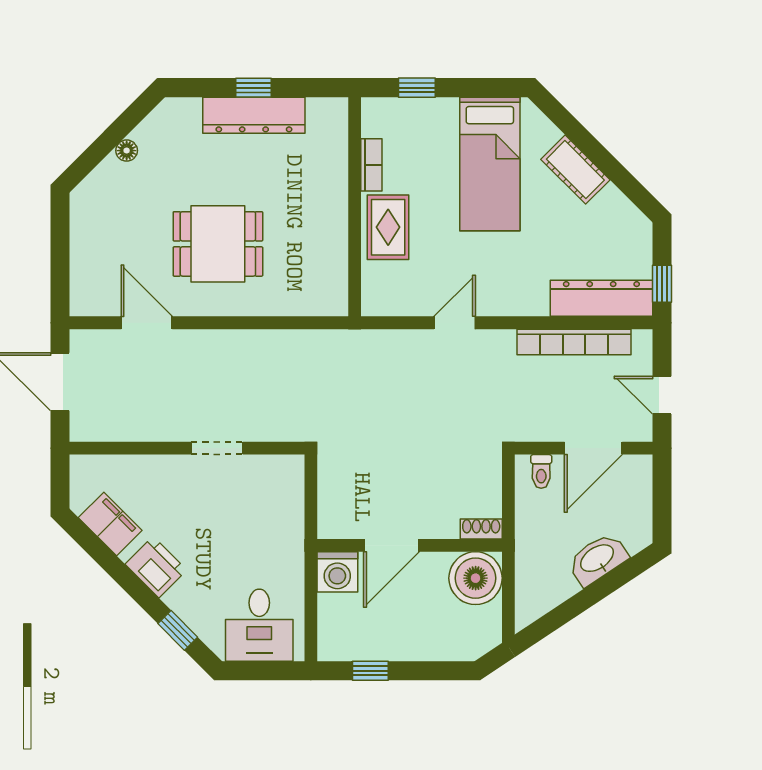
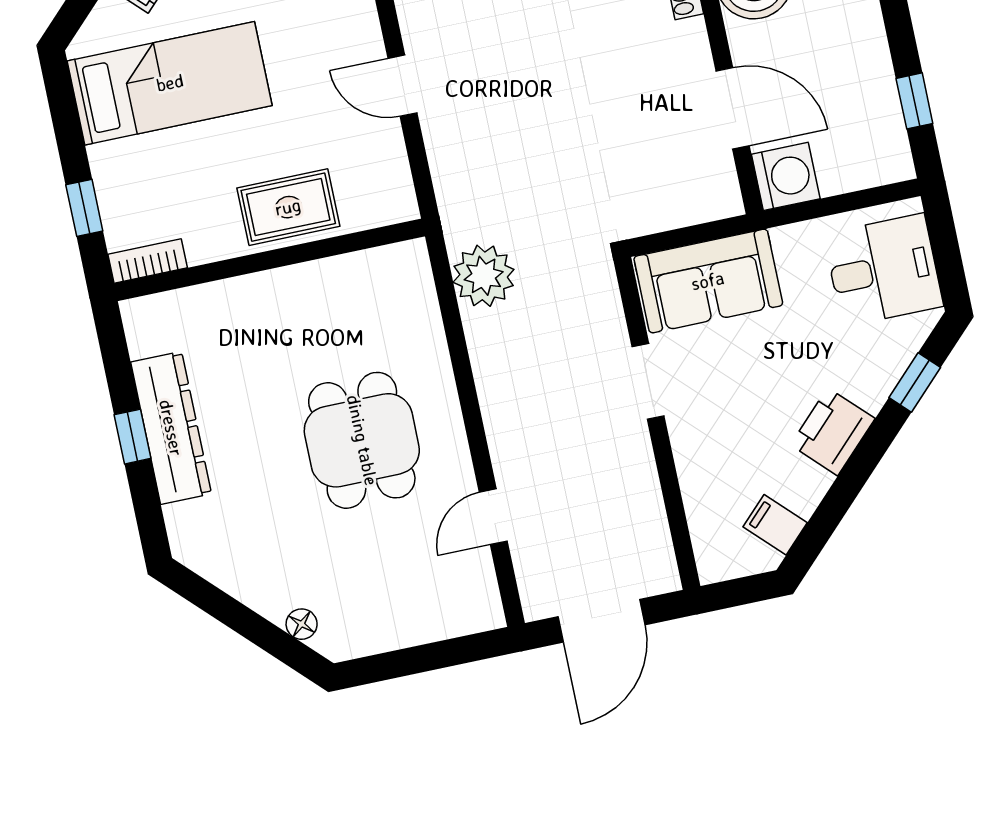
floor lamp: (127, 151) -> (302, 624), moved
bookcase: (371, 165) -> (148, 261), moved
door: (147, 323) -> (493, 517), width x0.73
plant: (313, 351) -> (484, 276), added
sofa: (277, 504) -> (708, 281), added
filing cabinet: (110, 524) -> (775, 525), width x0.50

